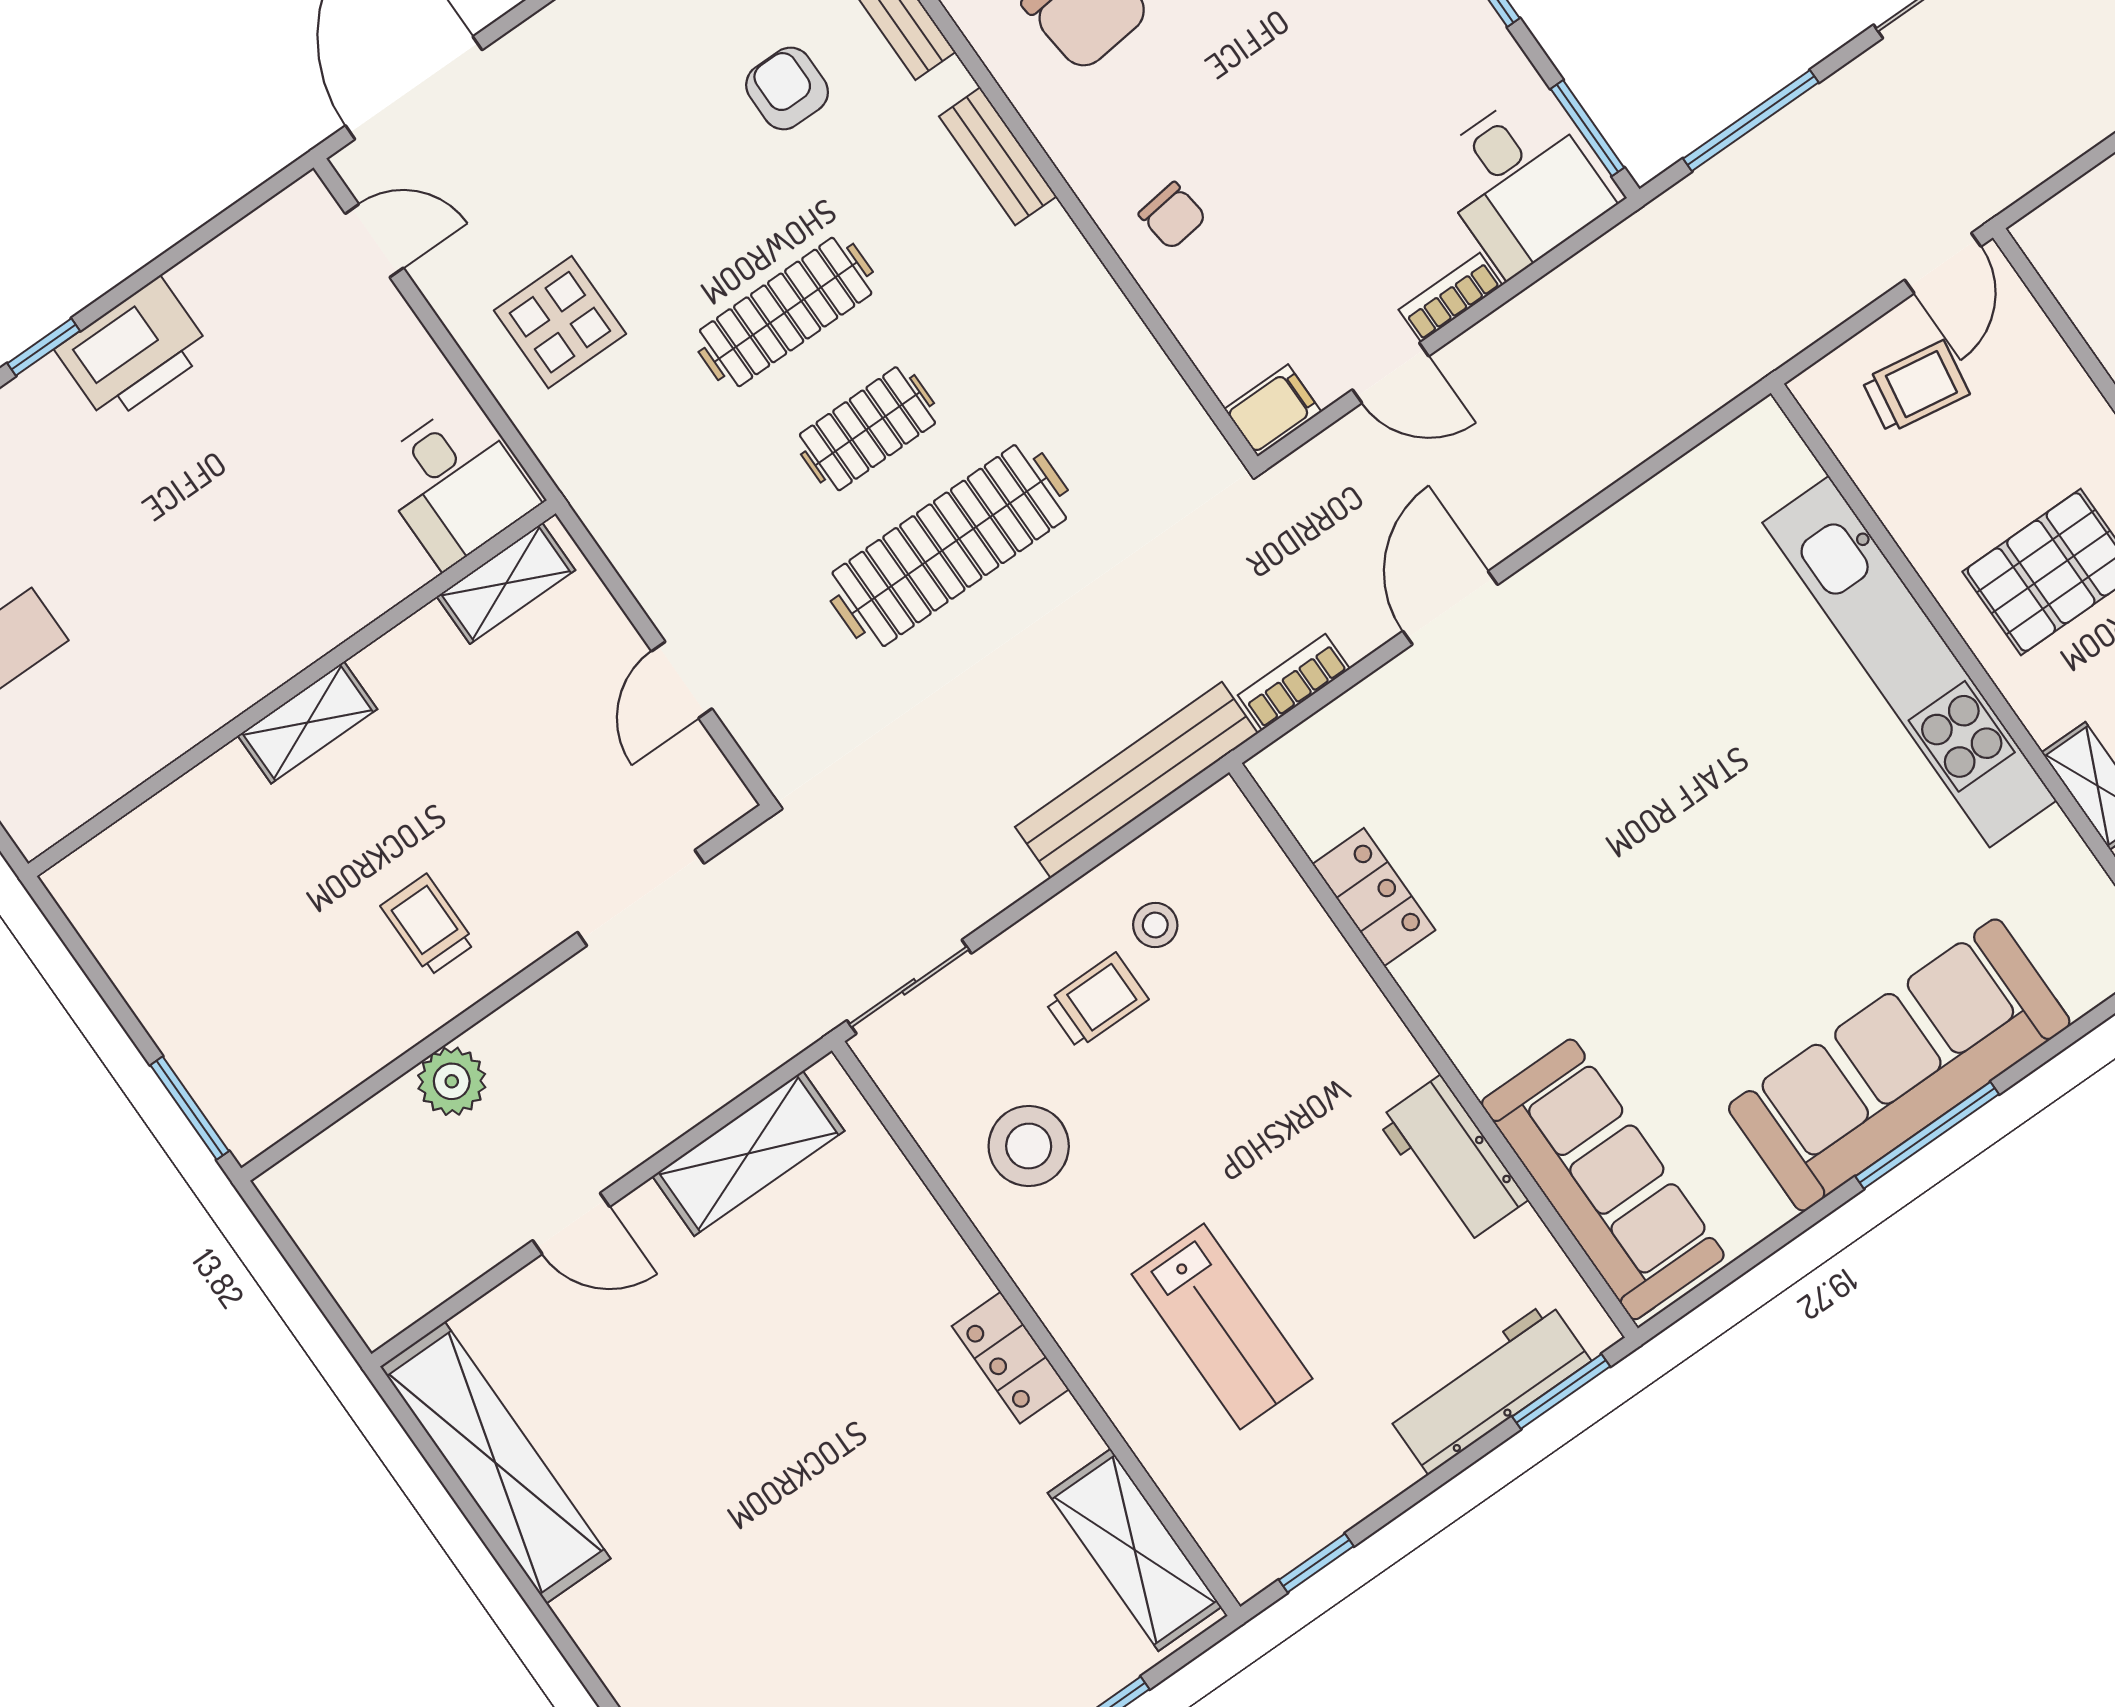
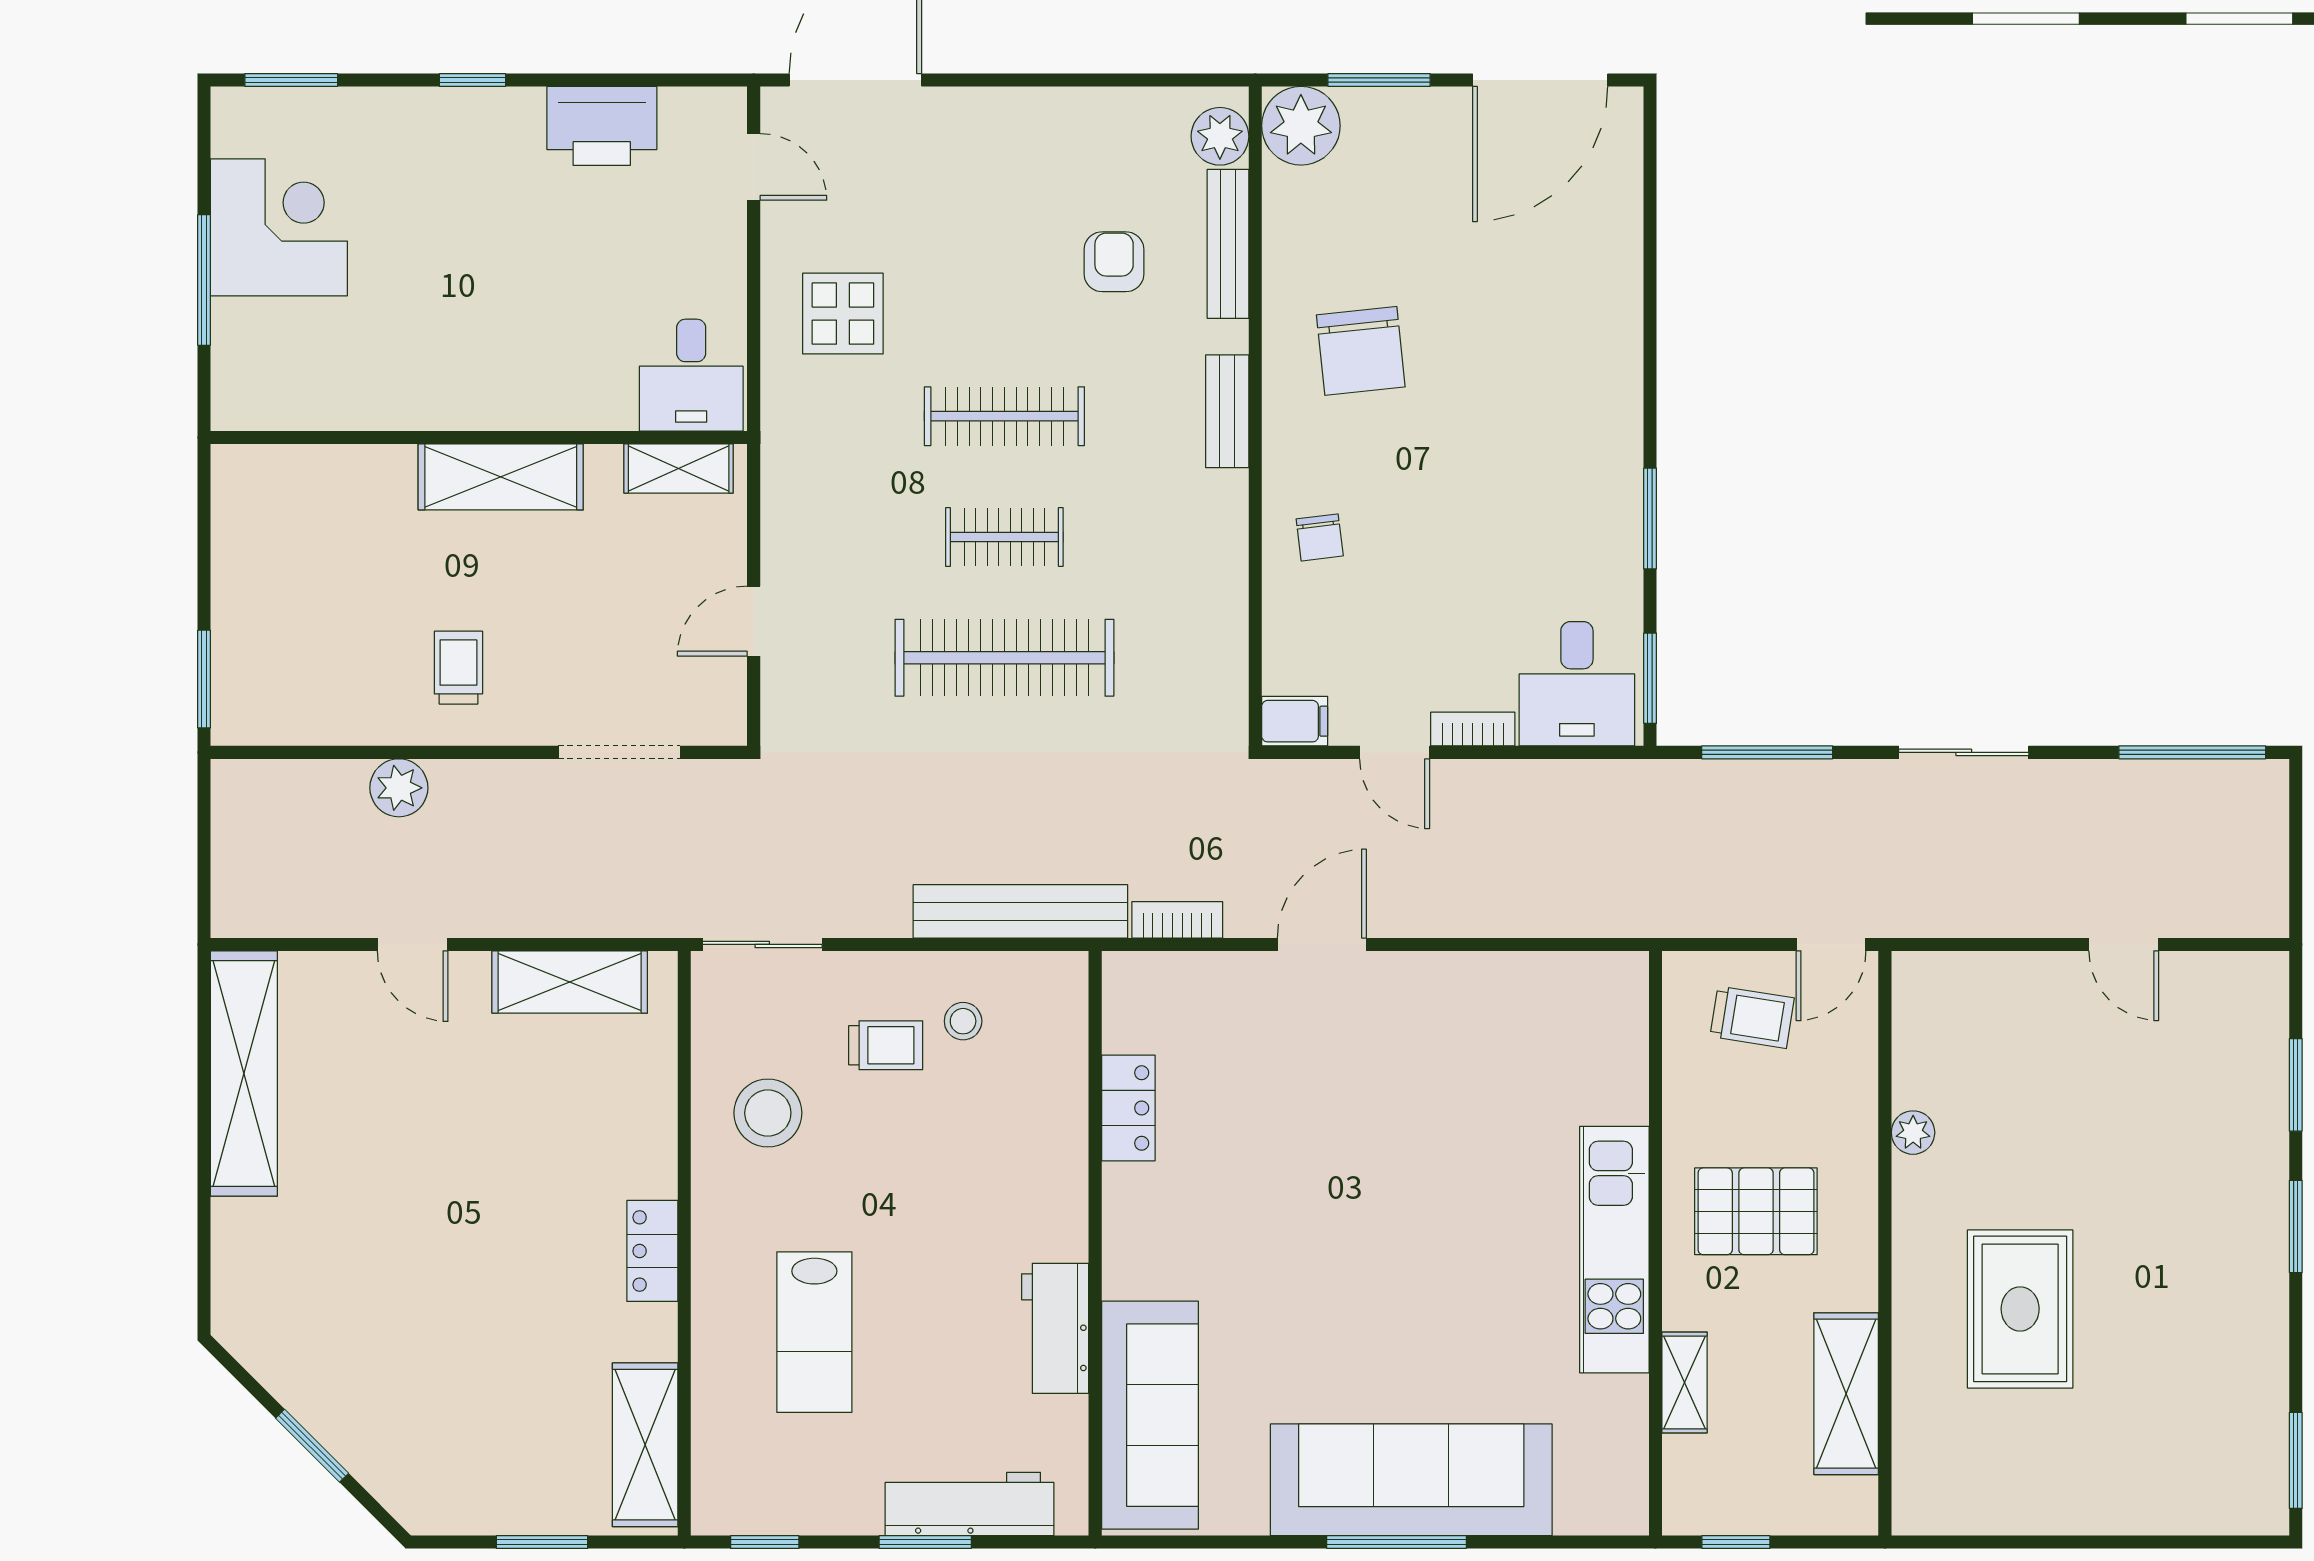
printer: (134, 350) -> (602, 126), moved
kitchen unit: (1909, 662) -> (1614, 1250), width x0.73
shelving: (308, 722) -> (501, 477), width x1.50, depth x1.33
window: (1561, 1392) -> (925, 1542), moved

